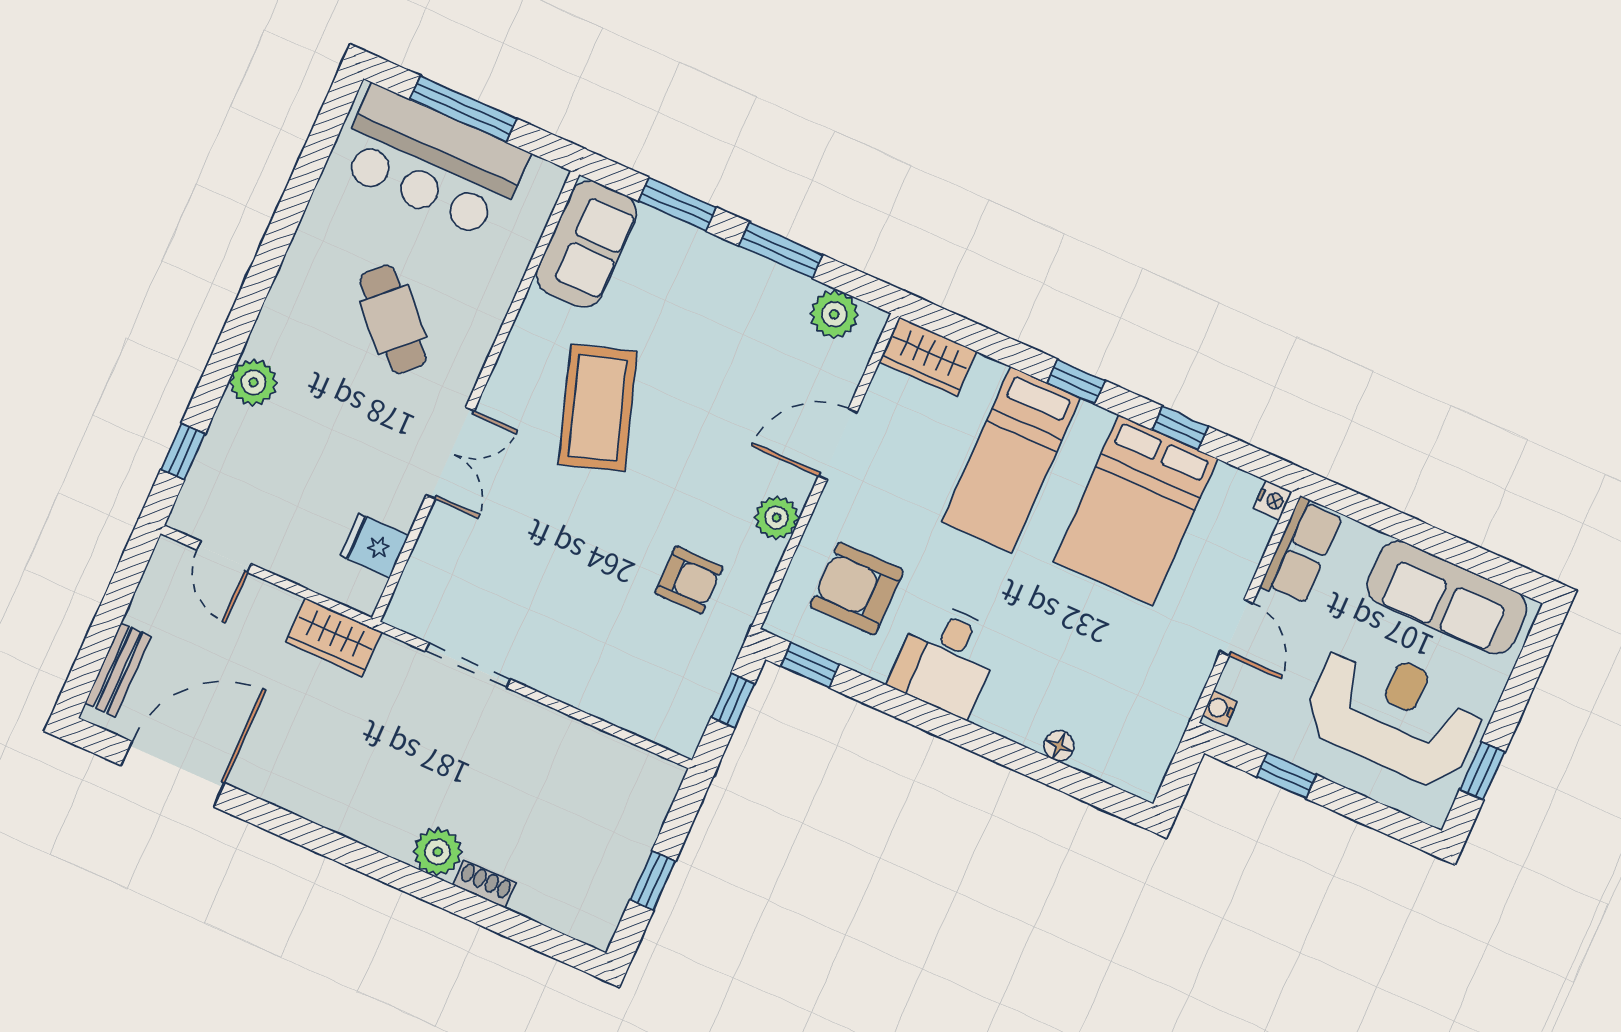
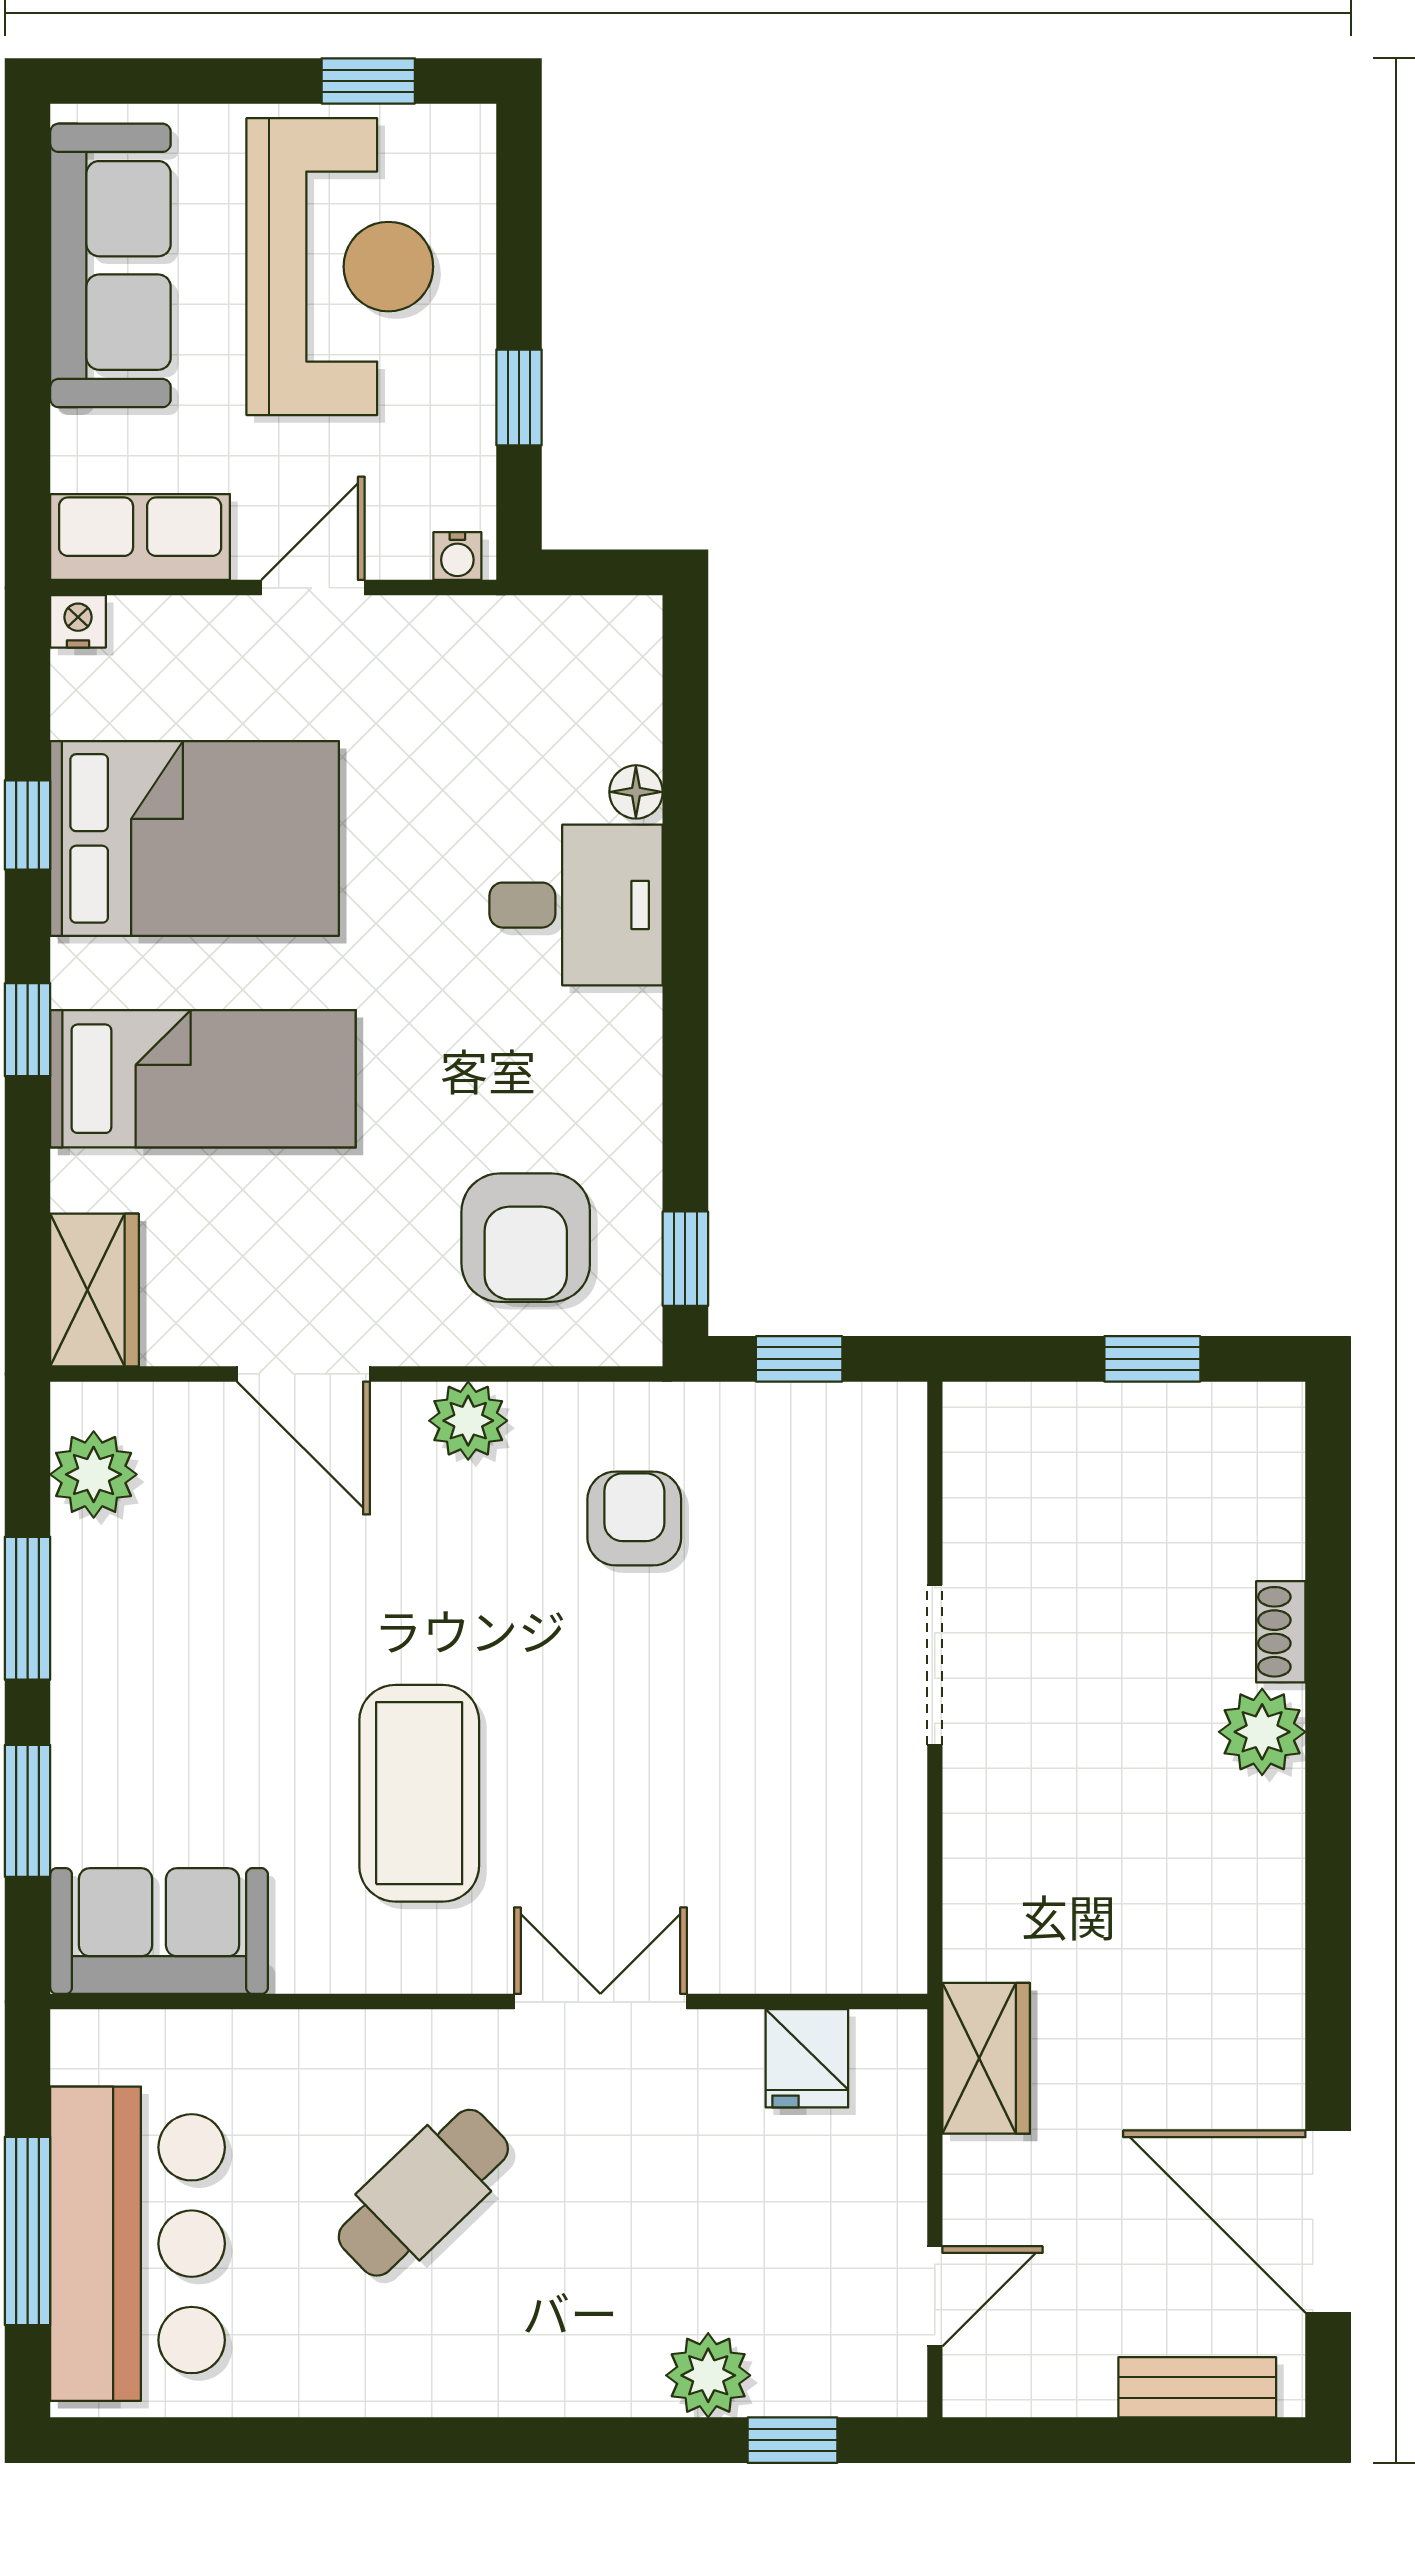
plant: (253, 382) -> (708, 2375), moved
coffee table: (598, 408) -> (419, 1793), turned -72
desk: (946, 659) -> (576, 905), moved
doorway: (468, 665) -> (935, 1665), moved
reception desk: (1394, 714) -> (340, 267), turned 180

